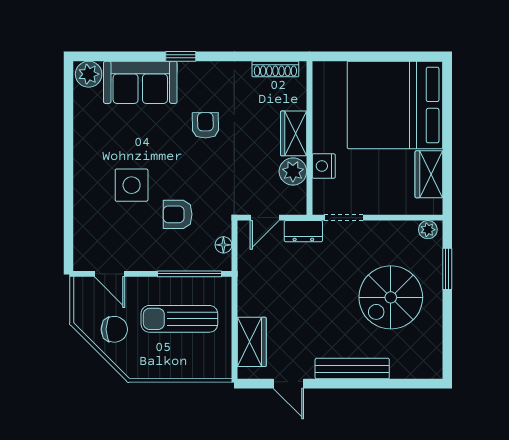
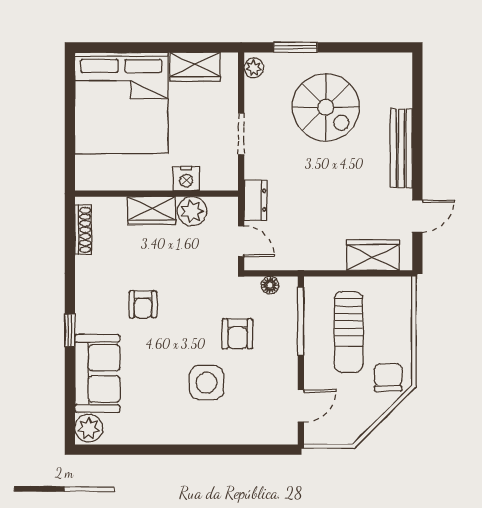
armchair: (205, 125) -> (143, 304), turned -89
doorway: (344, 218) -> (241, 134), moved
chair: (114, 329) -> (388, 377), moved

